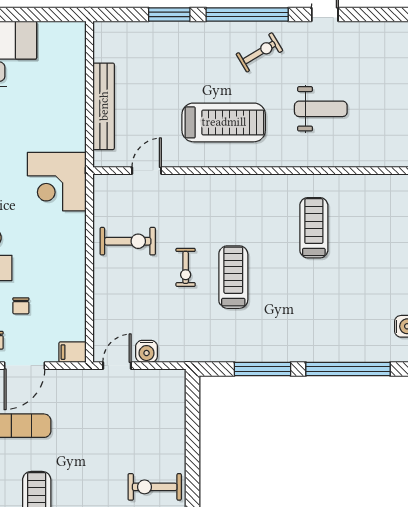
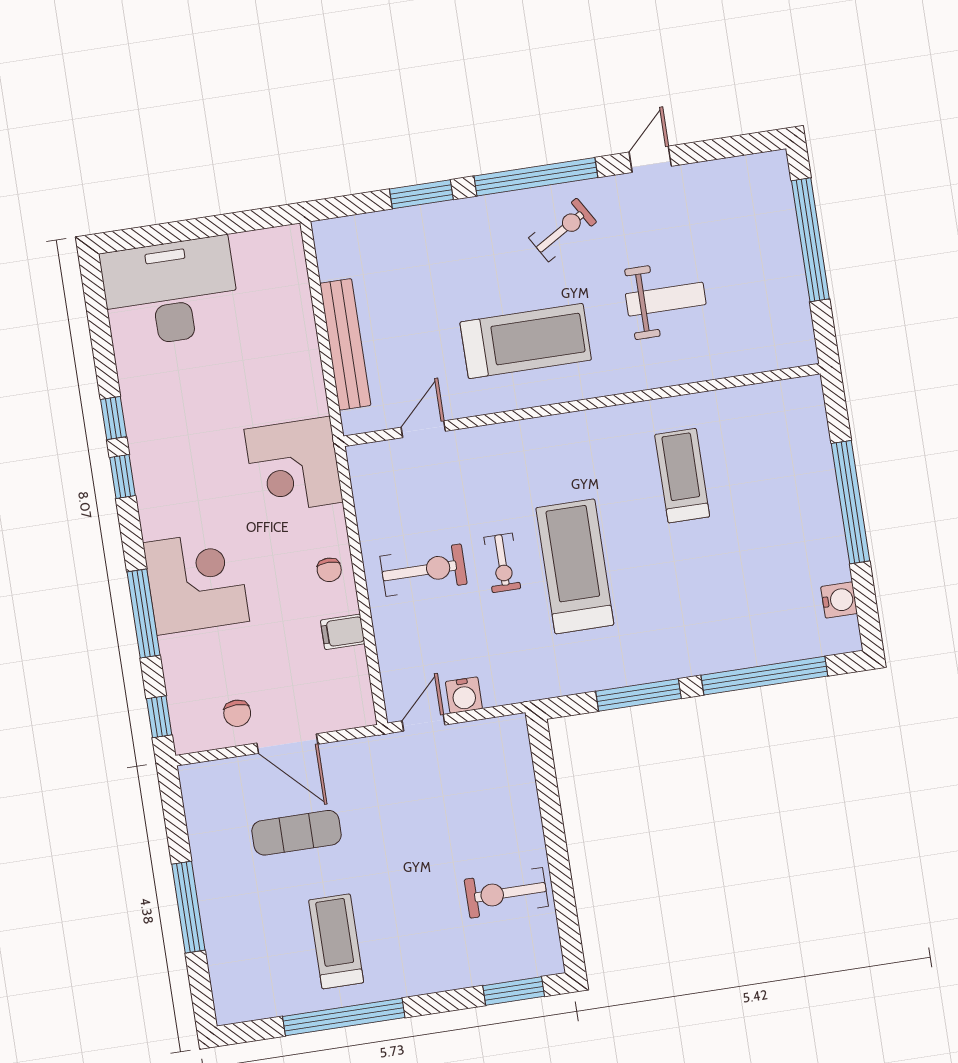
exercise bike: (128, 241) -> (423, 570), moved
treadmill: (233, 277) -> (575, 566), width x1.37, depth x1.38
chair: (21, 306) -> (329, 570), moved
filing cabinet: (73, 352) -> (343, 632), moved
door: (24, 366) -> (287, 744), hinge flipped

